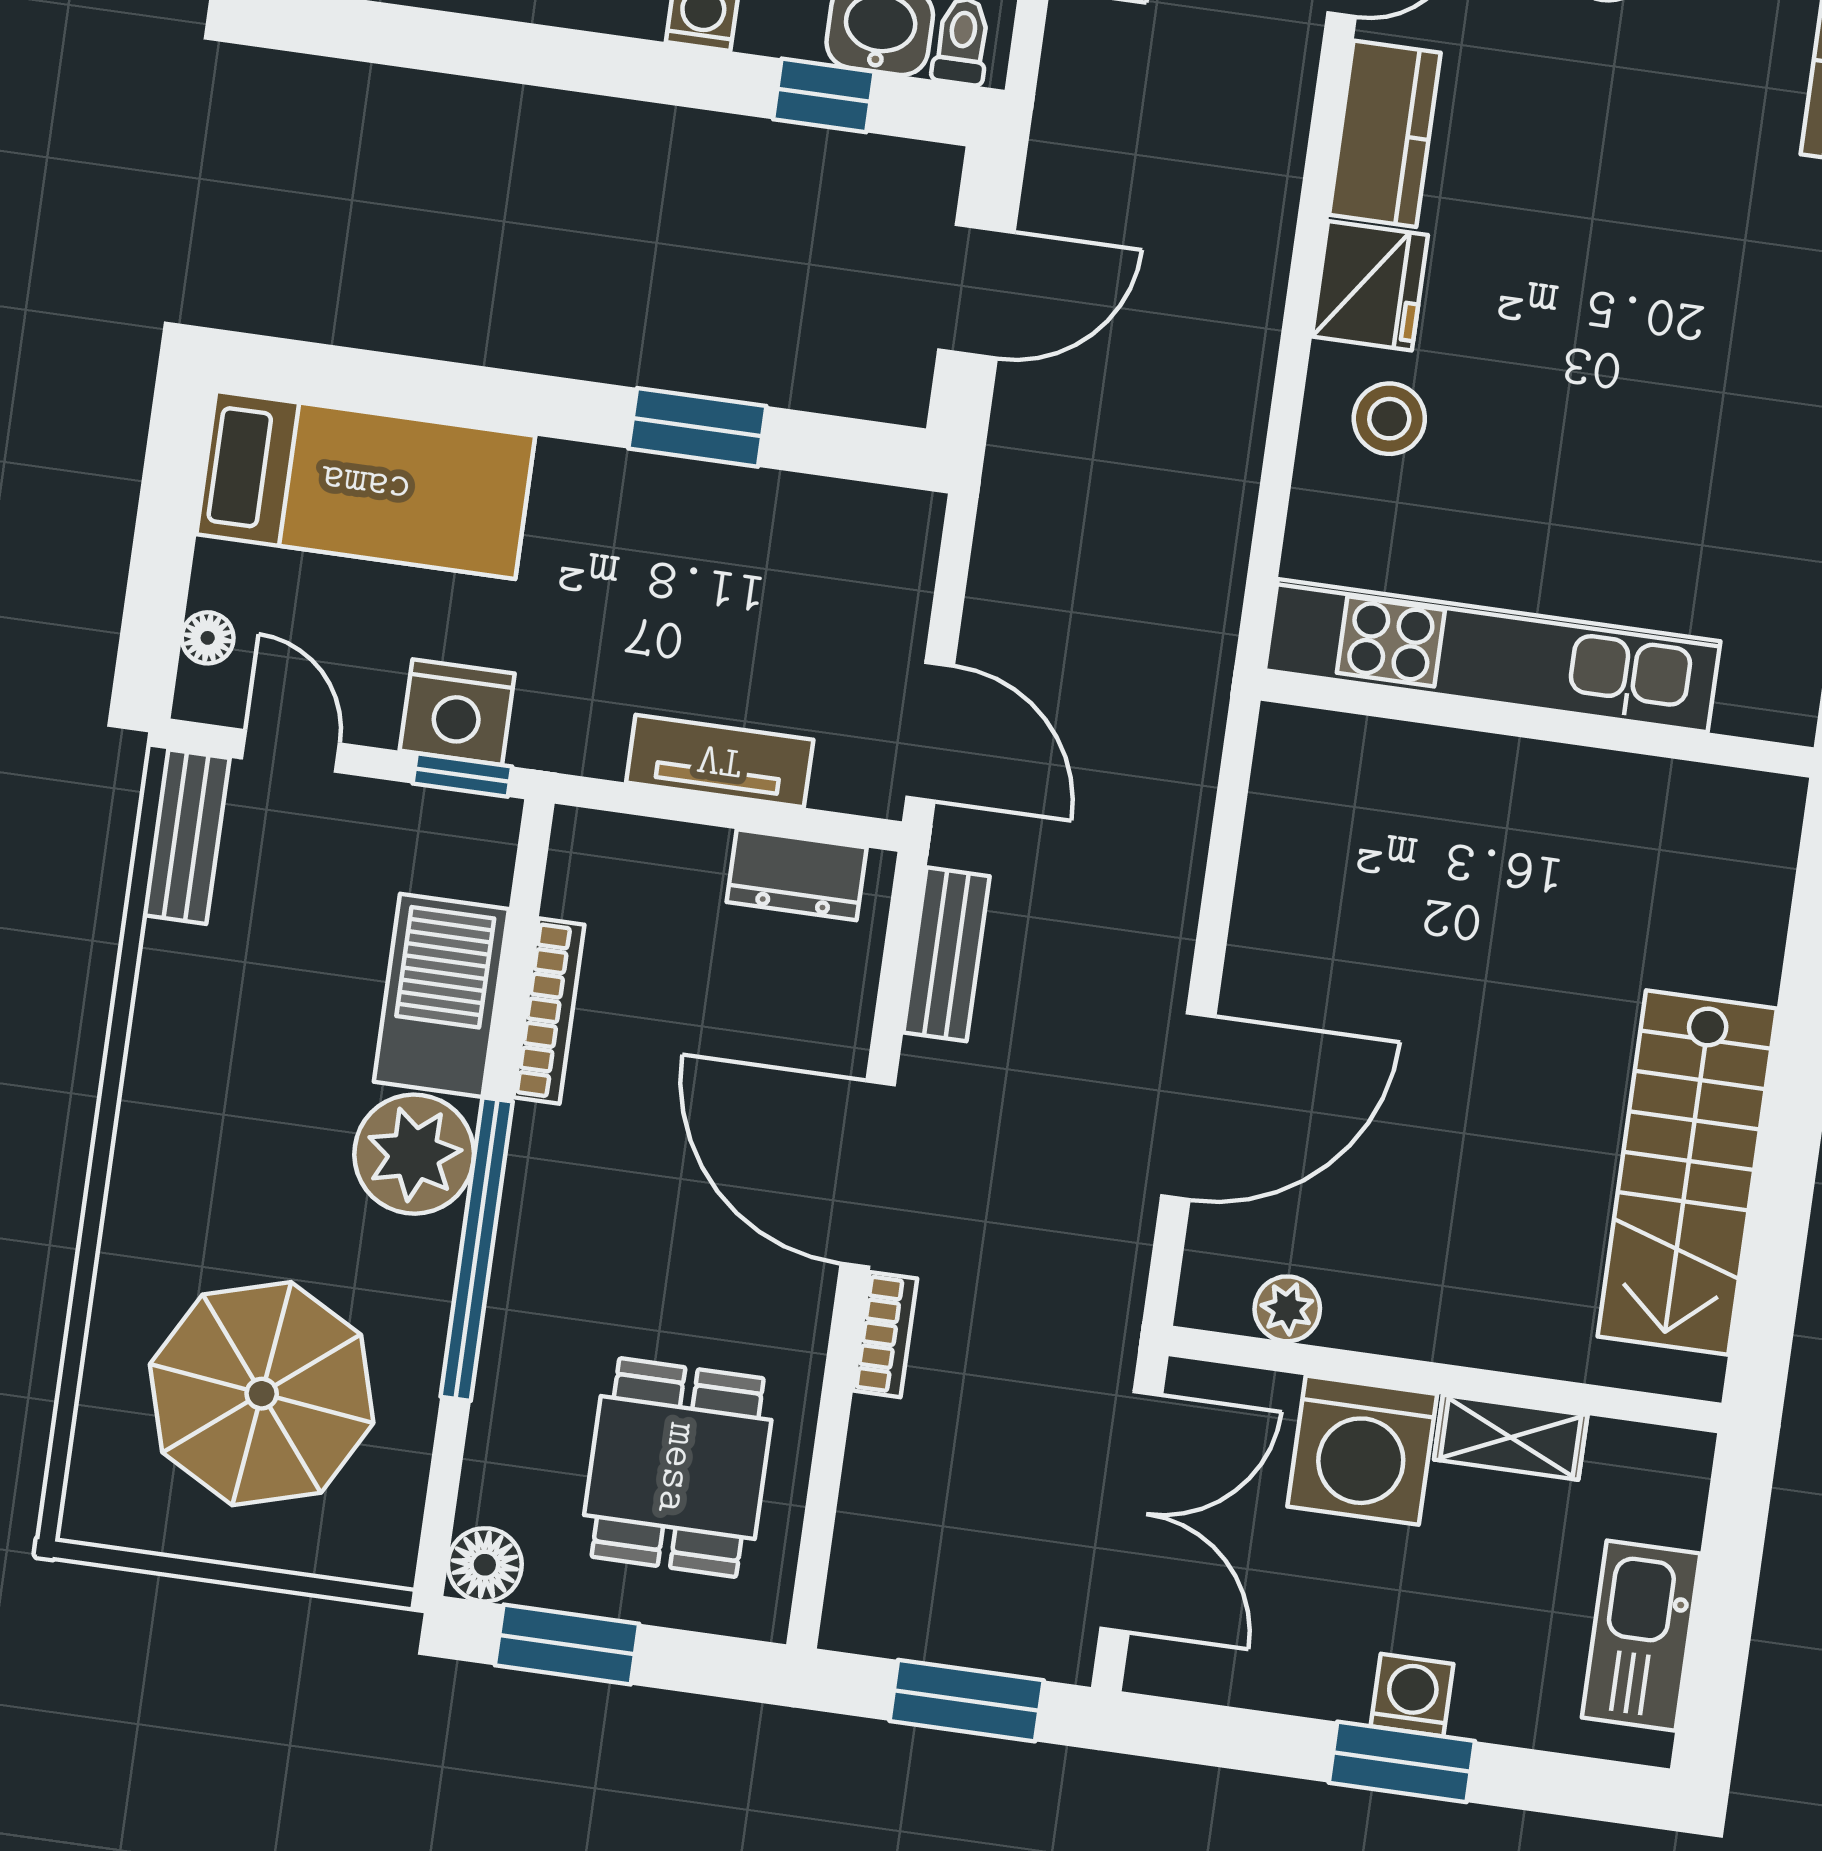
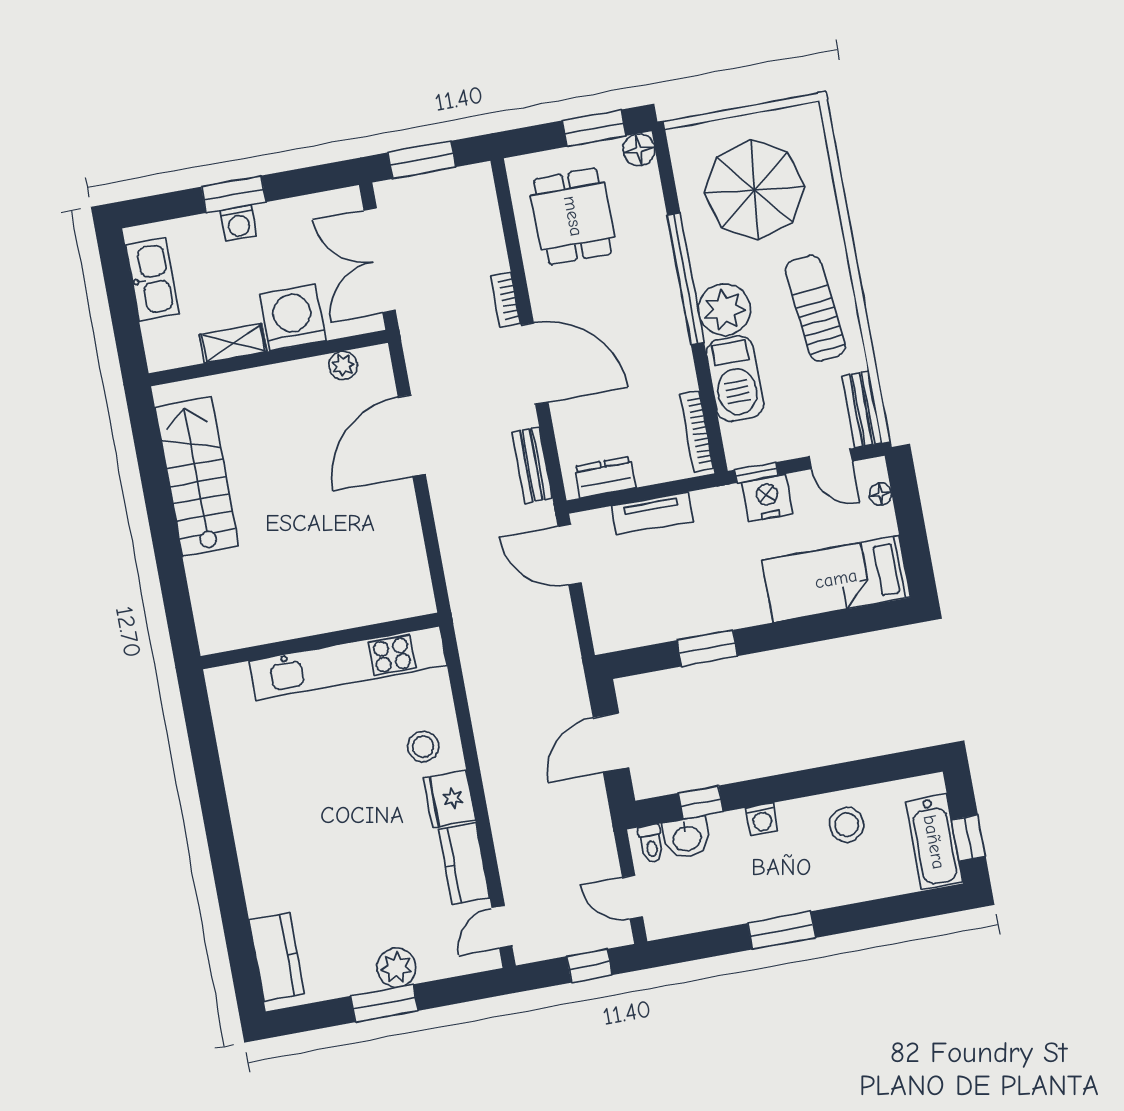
bookcase: (549, 1011) -> (697, 431), moved
sun lounger: (215, 1091) -> (815, 308), added

